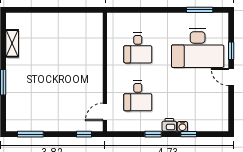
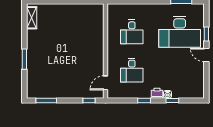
shelving: (12, 43) -> (32, 18), moved

